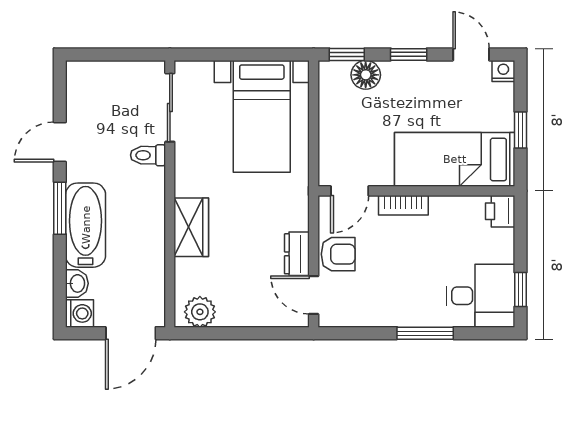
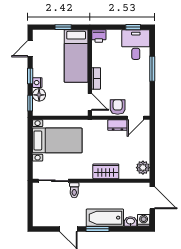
nightstand: (503, 71) -> (37, 83), moved

